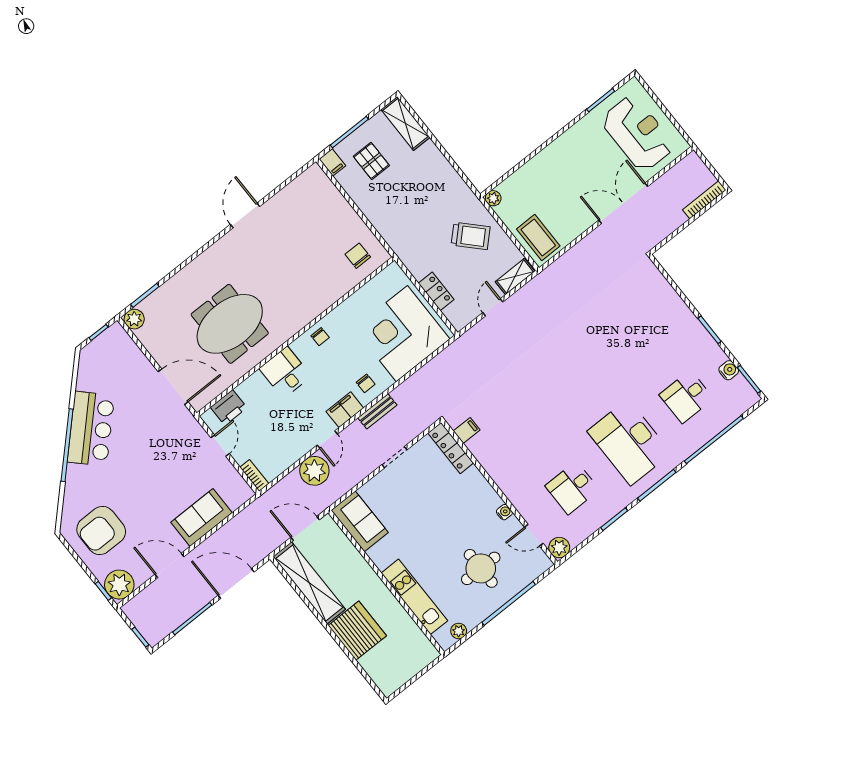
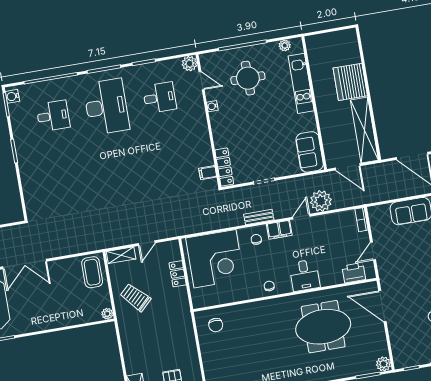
water cooler: (729, 370) -> (12, 96), moved

